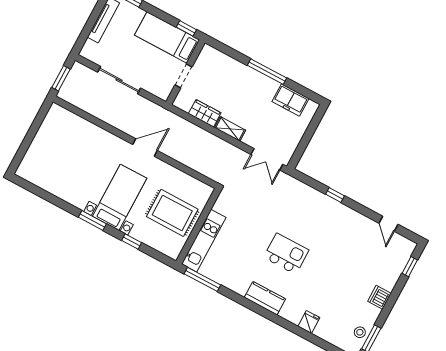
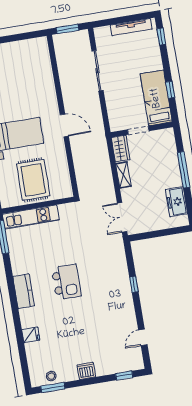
bed: (167, 37) -> (156, 98), moved
wall: (185, 72) -> (142, 130), moved
doorway: (184, 76) -> (138, 130), moved

